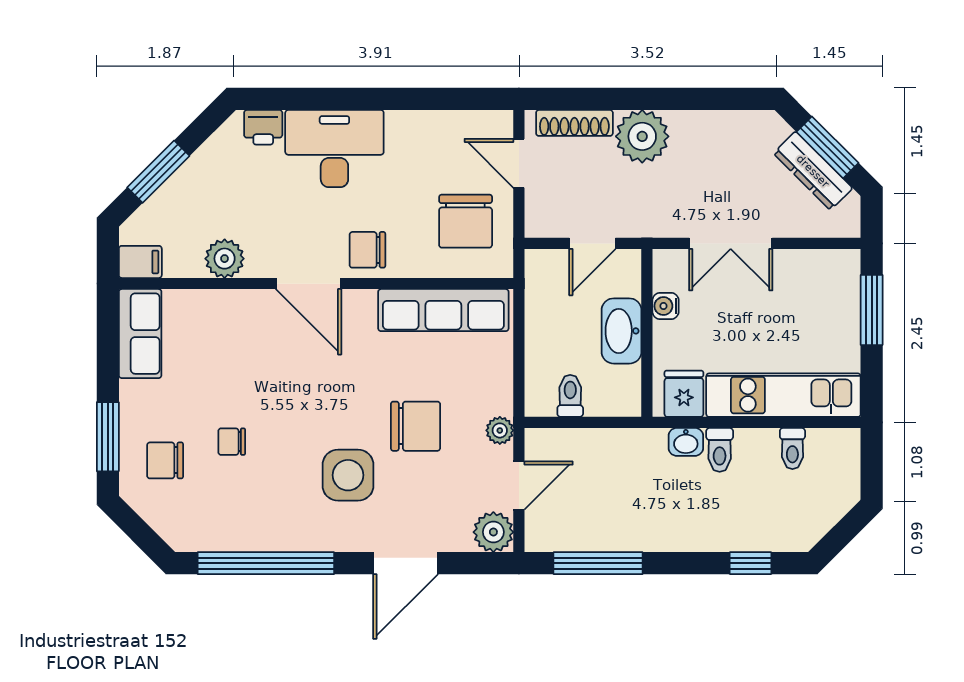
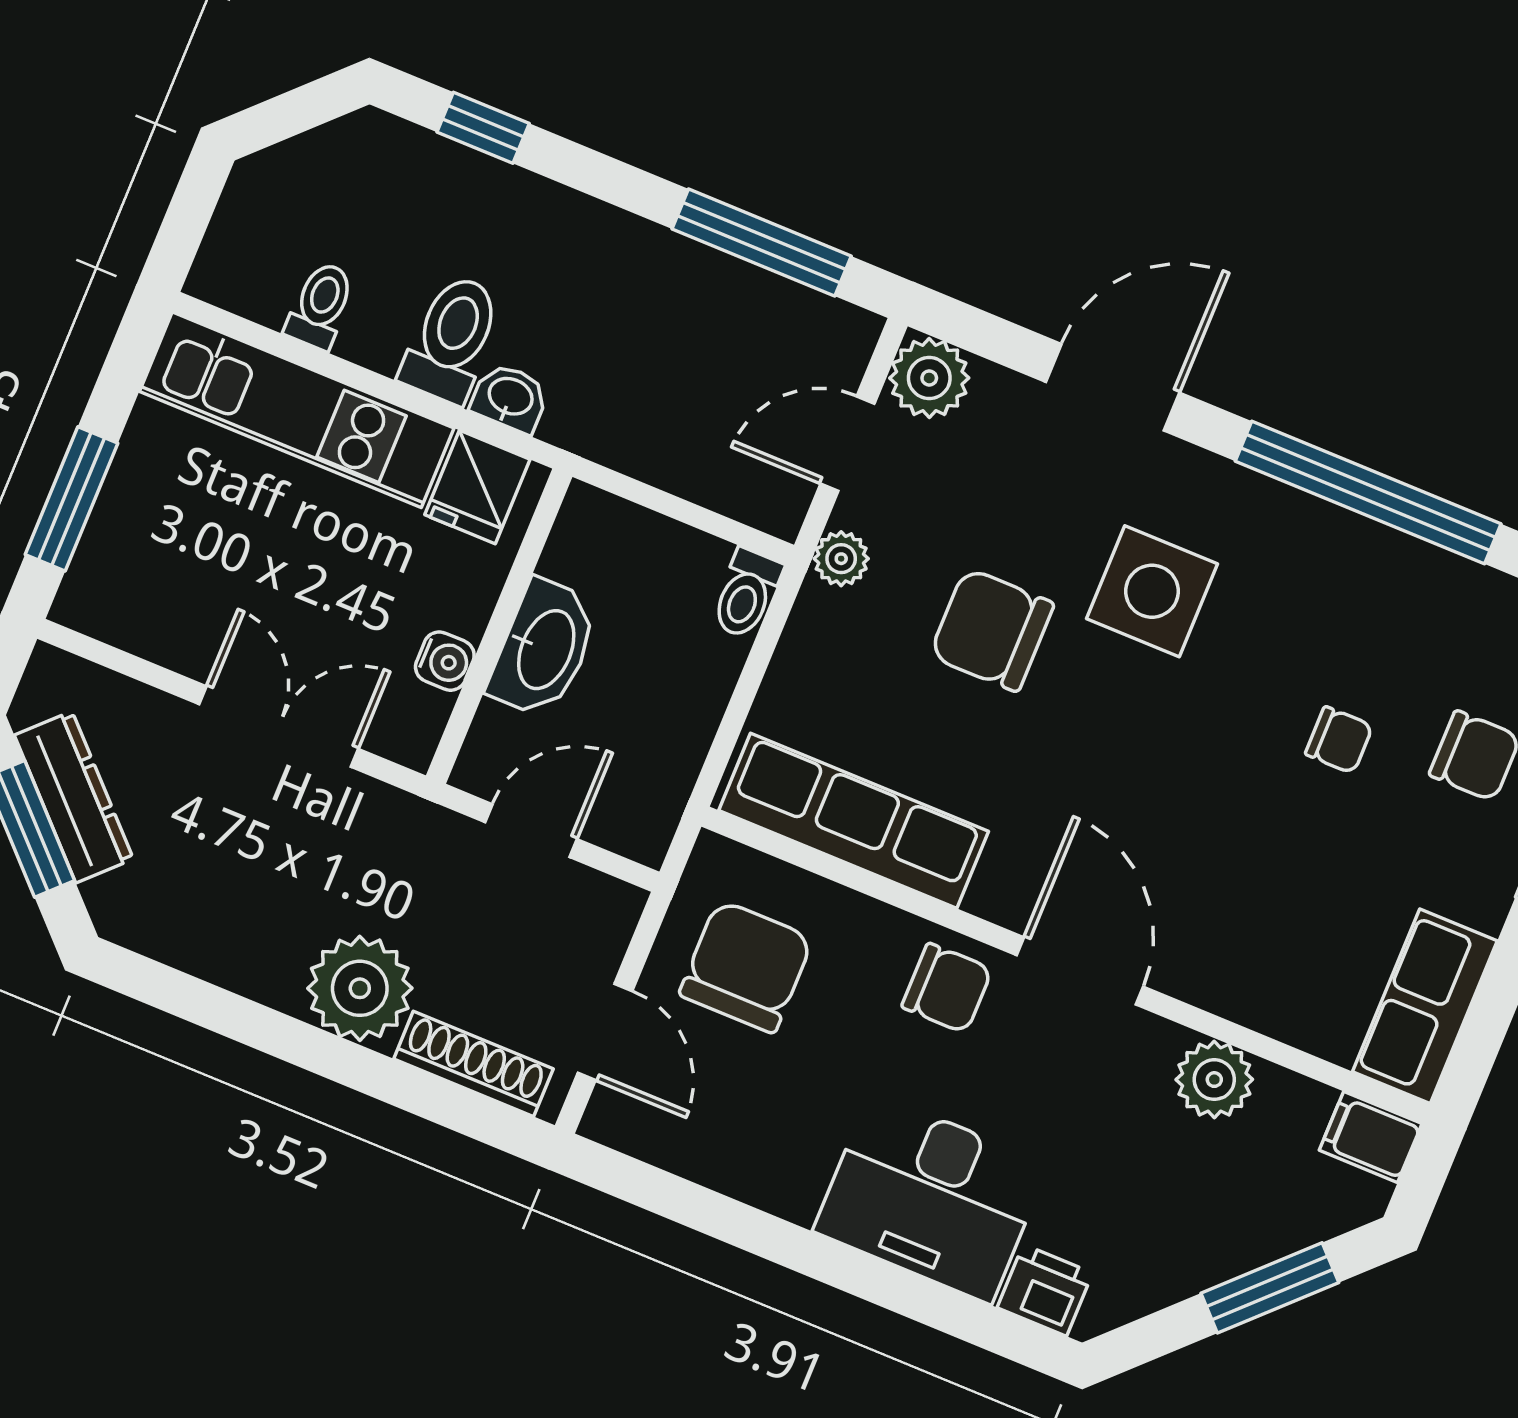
toilet: (570, 396) -> (746, 594), moved
toilet: (720, 450) -> (452, 339), width x1.37, depth x1.39

